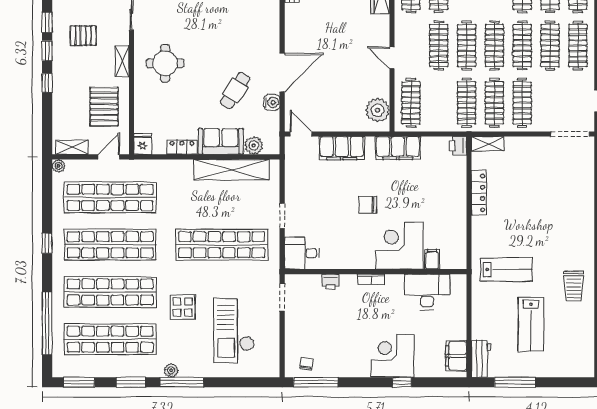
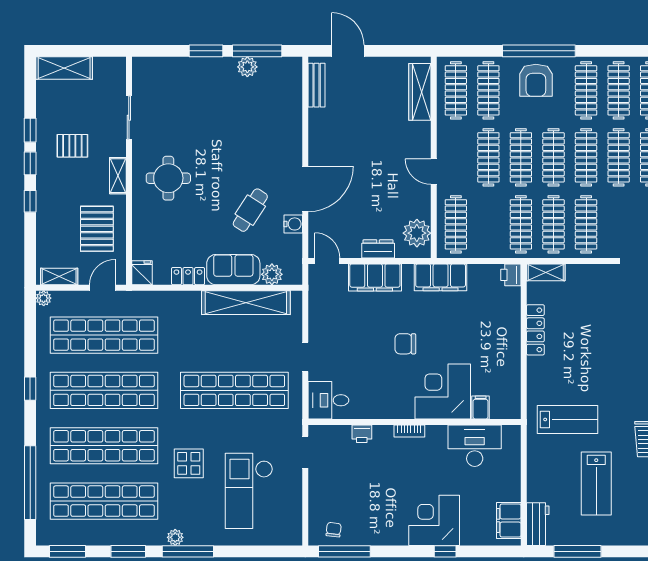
dresser: (344, 124) -> (378, 249), added

